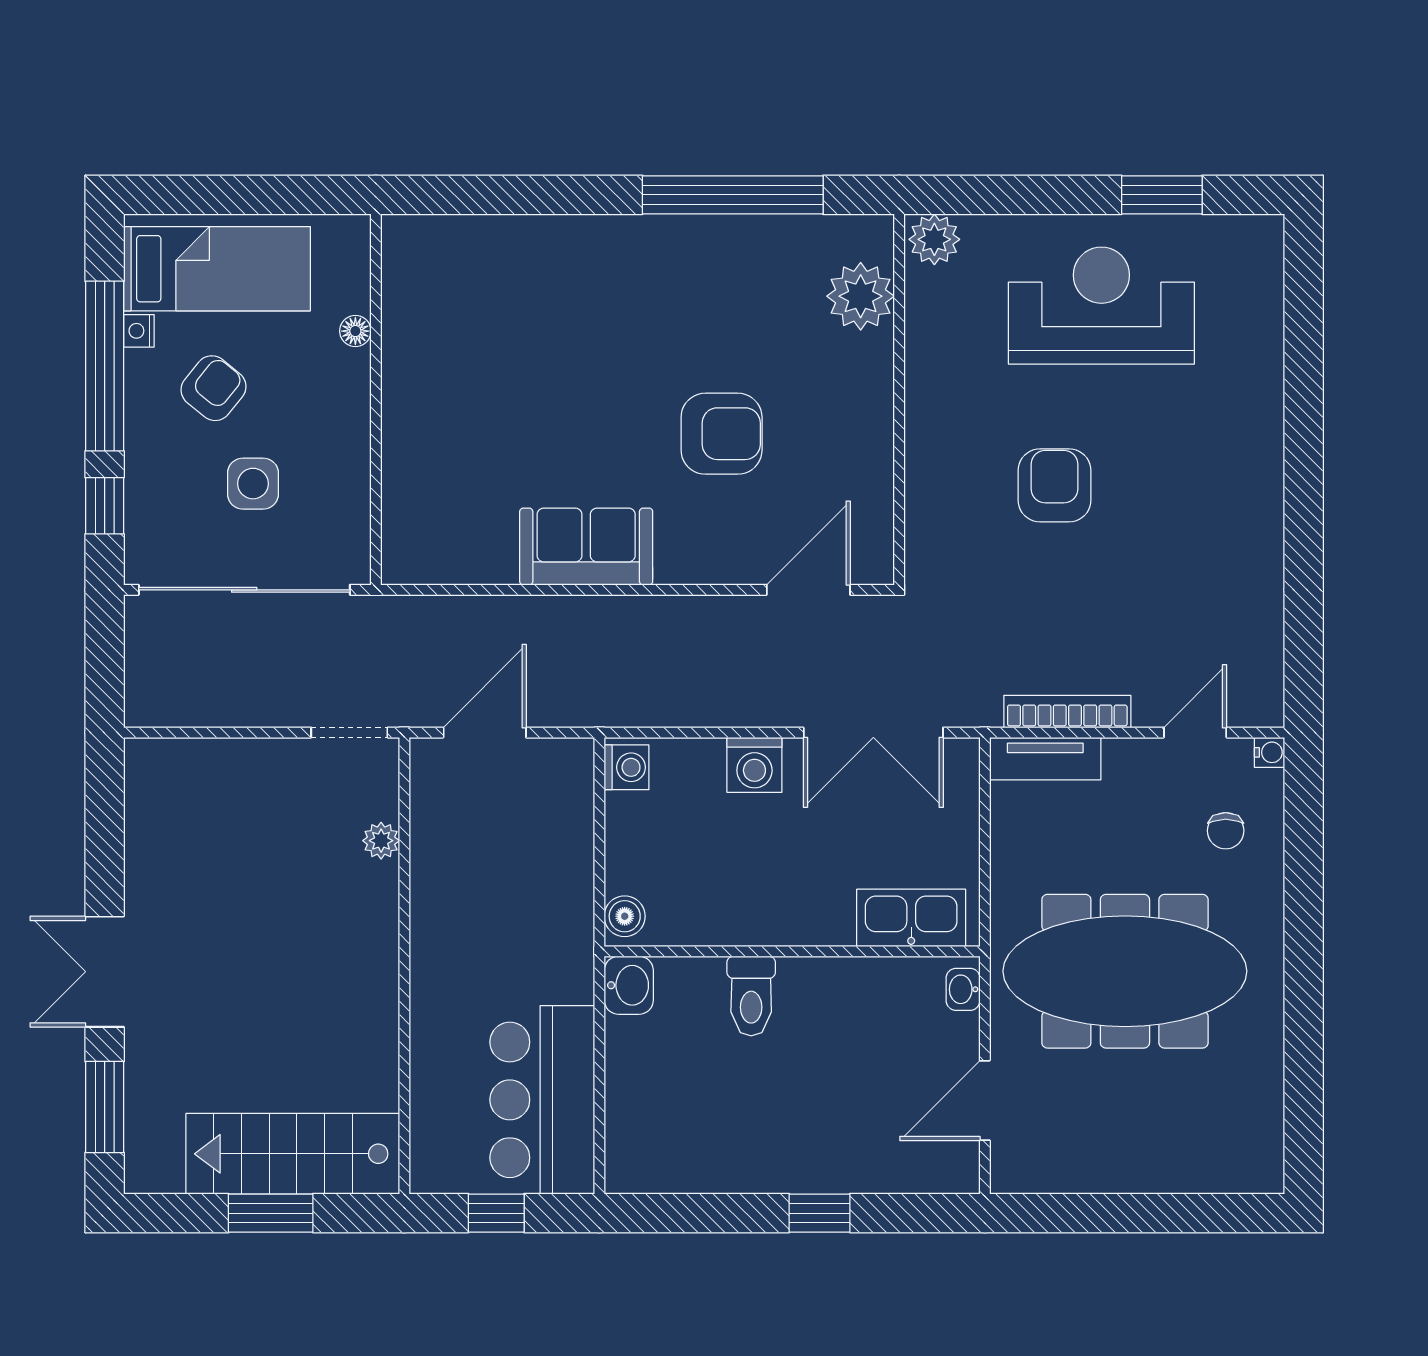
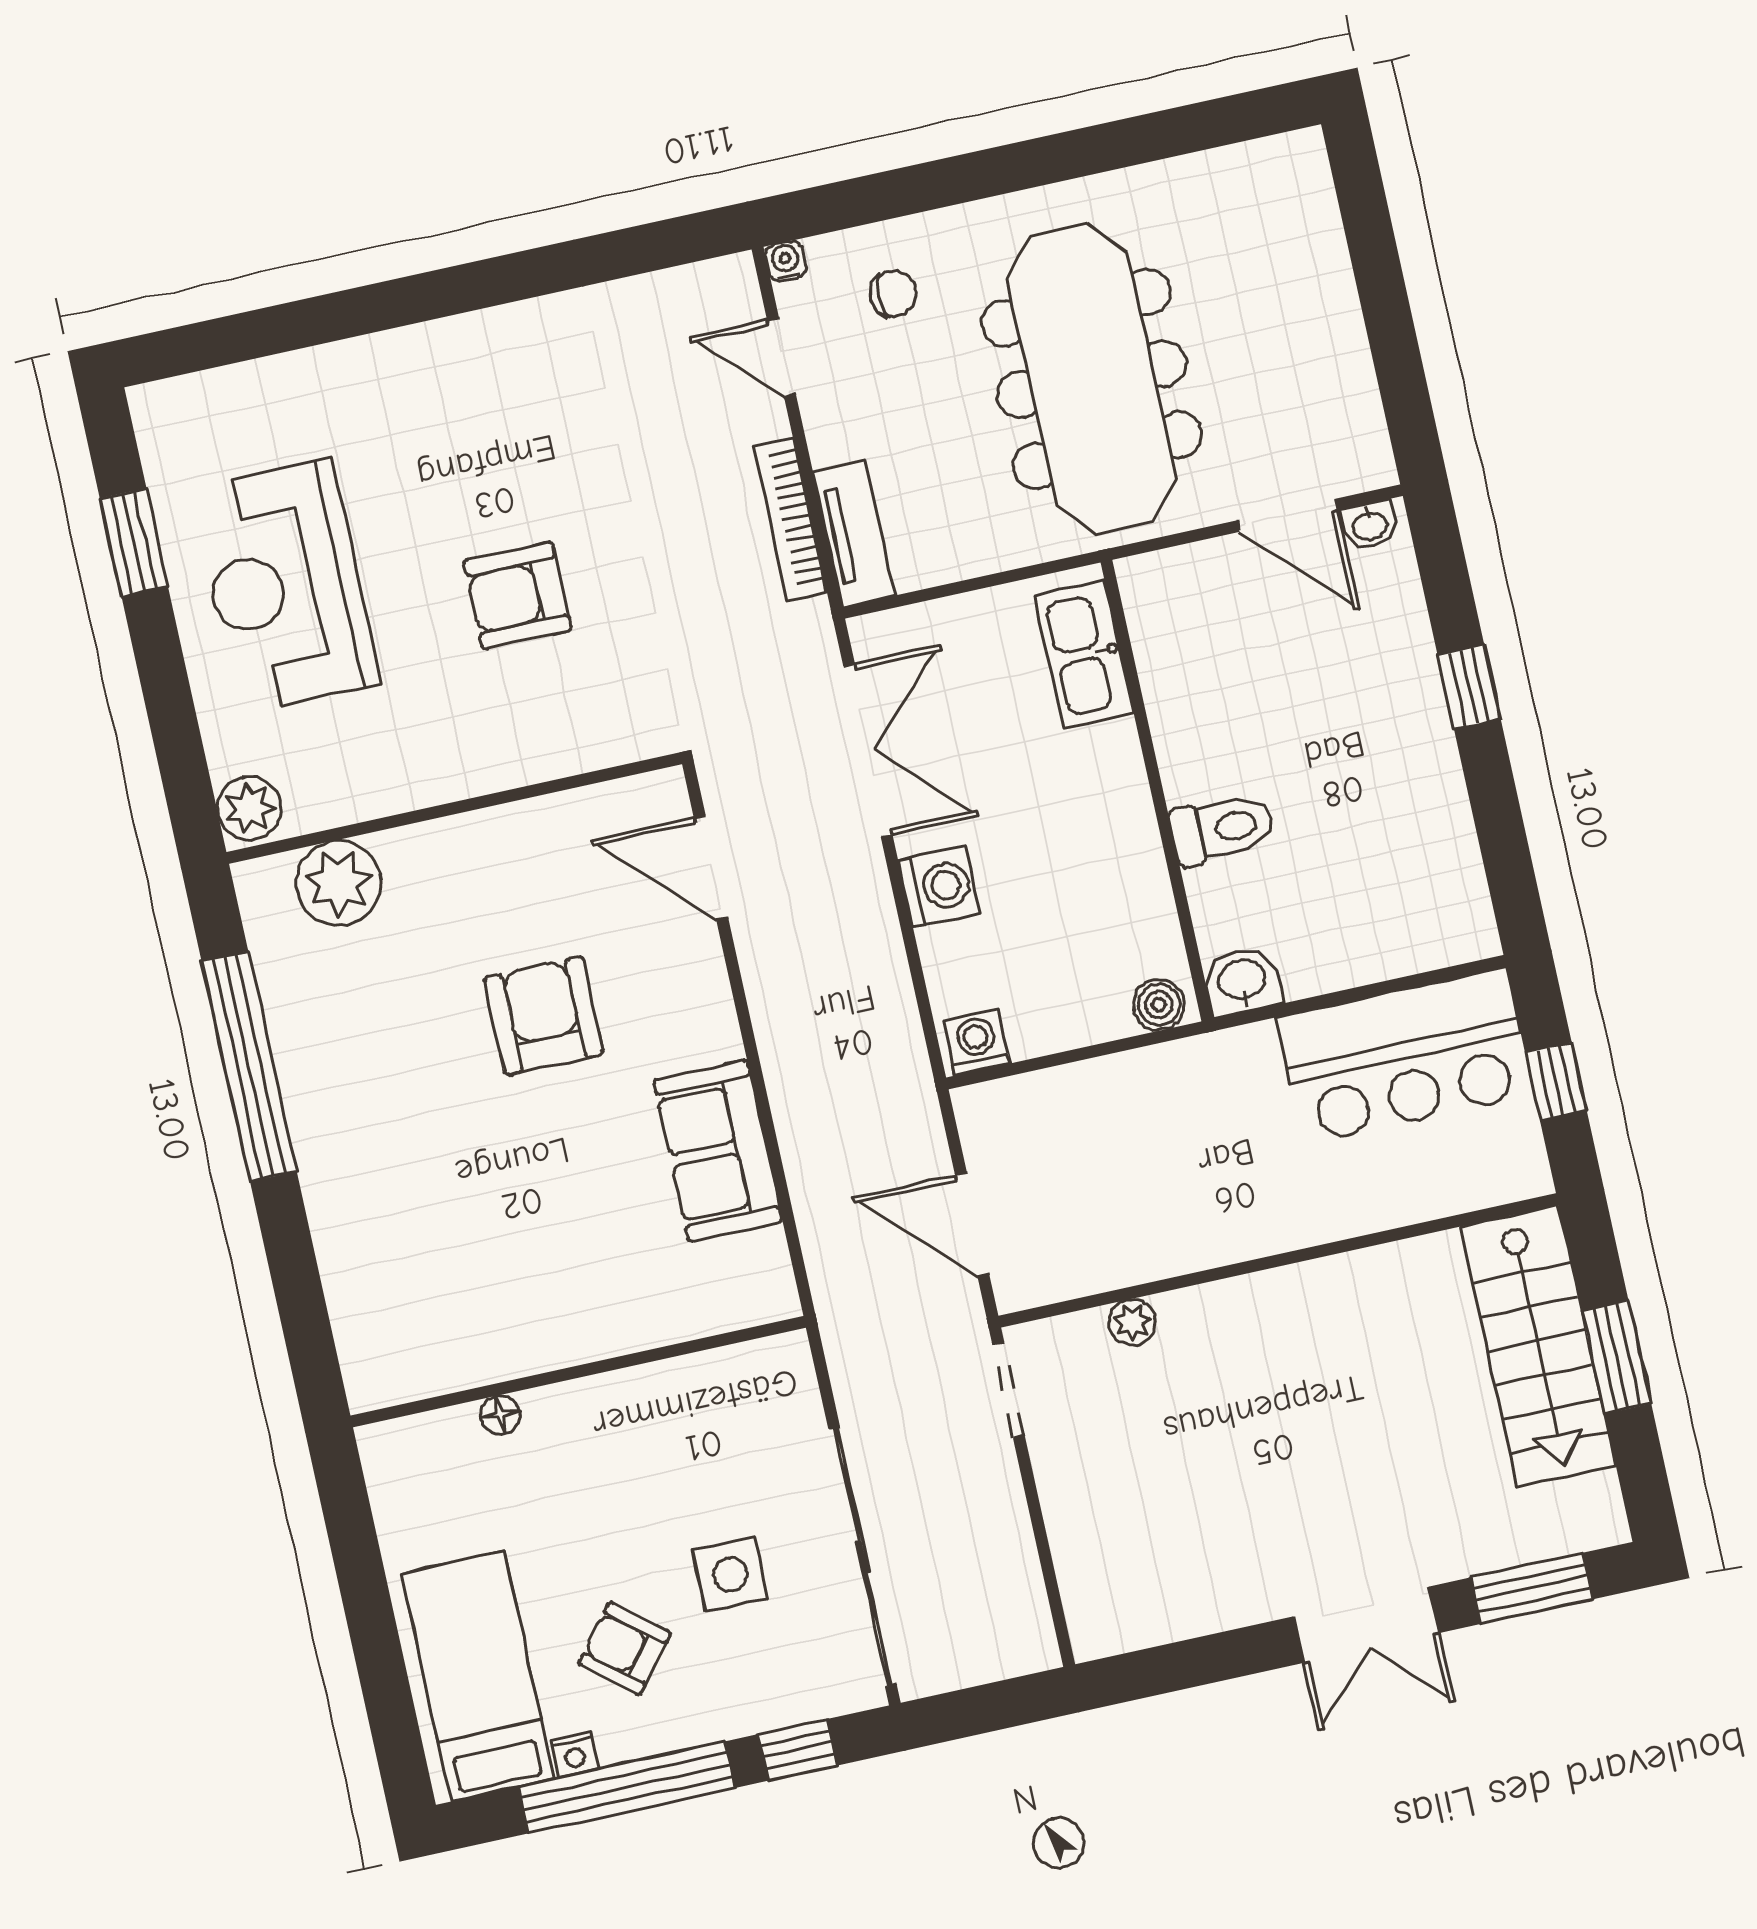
floor lamp: (355, 331) -> (500, 1415), moved
wall: (376, 399) -> (578, 1372), moved
washbasin: (963, 989) -> (1370, 525), moved

